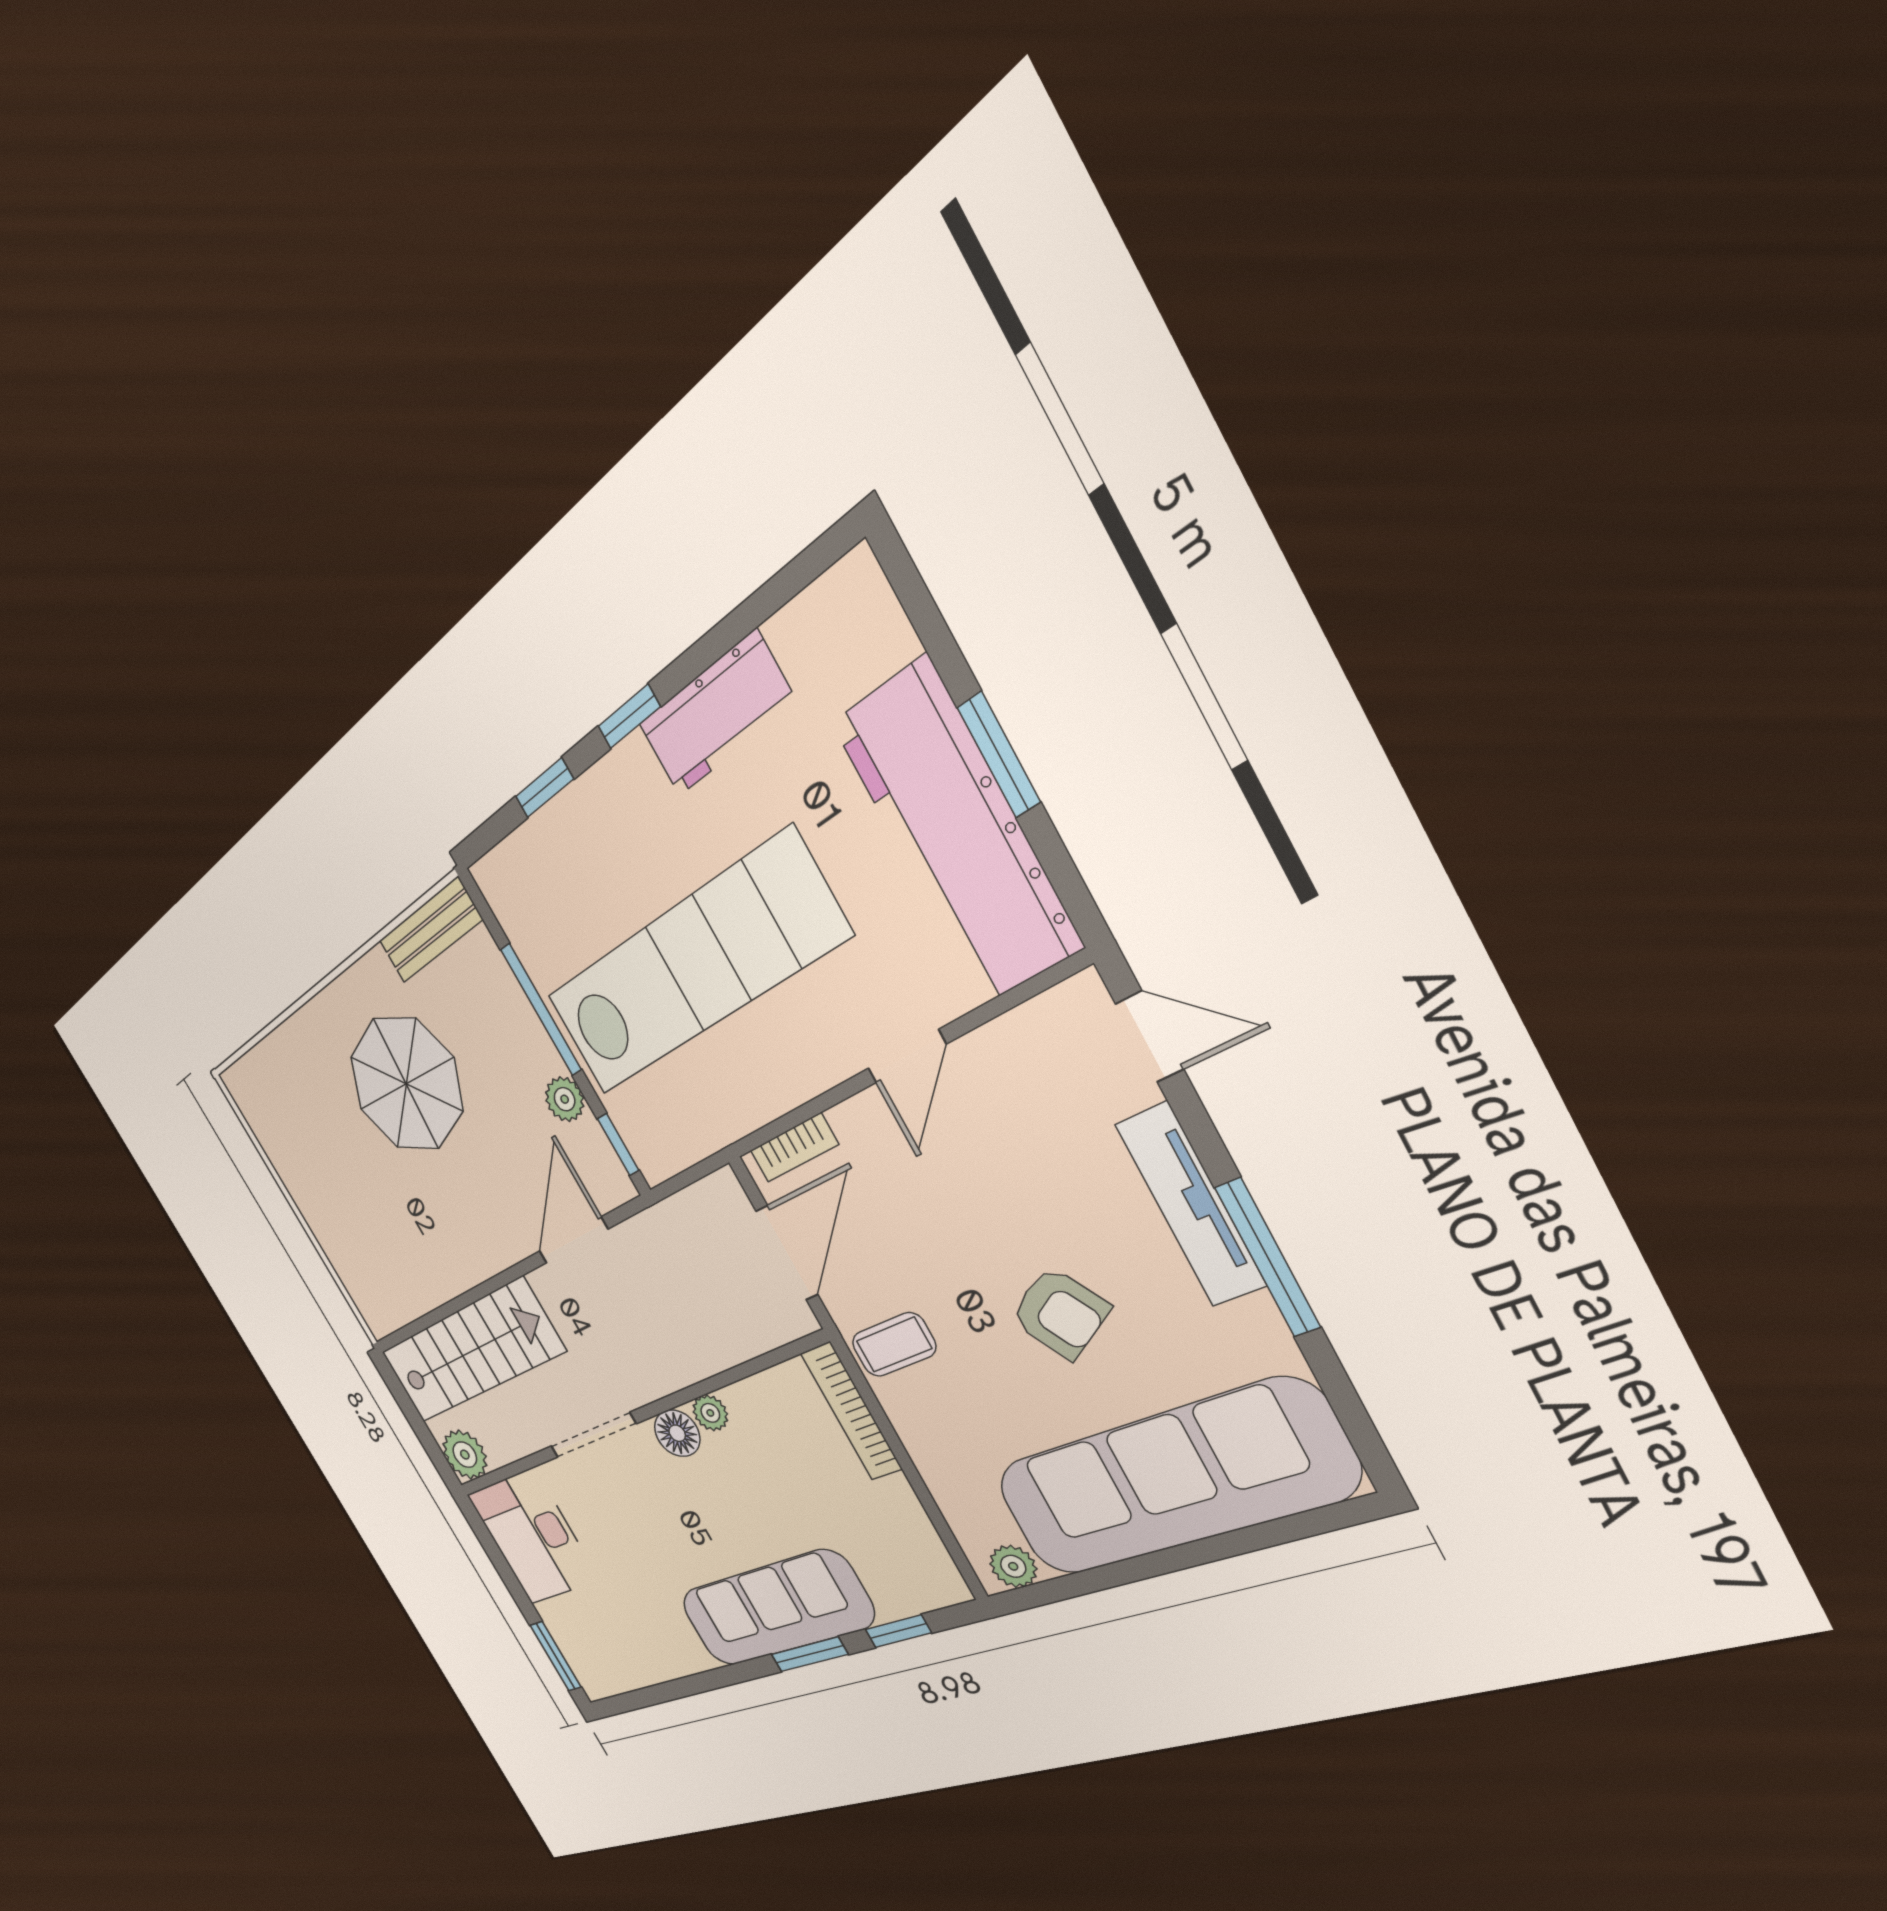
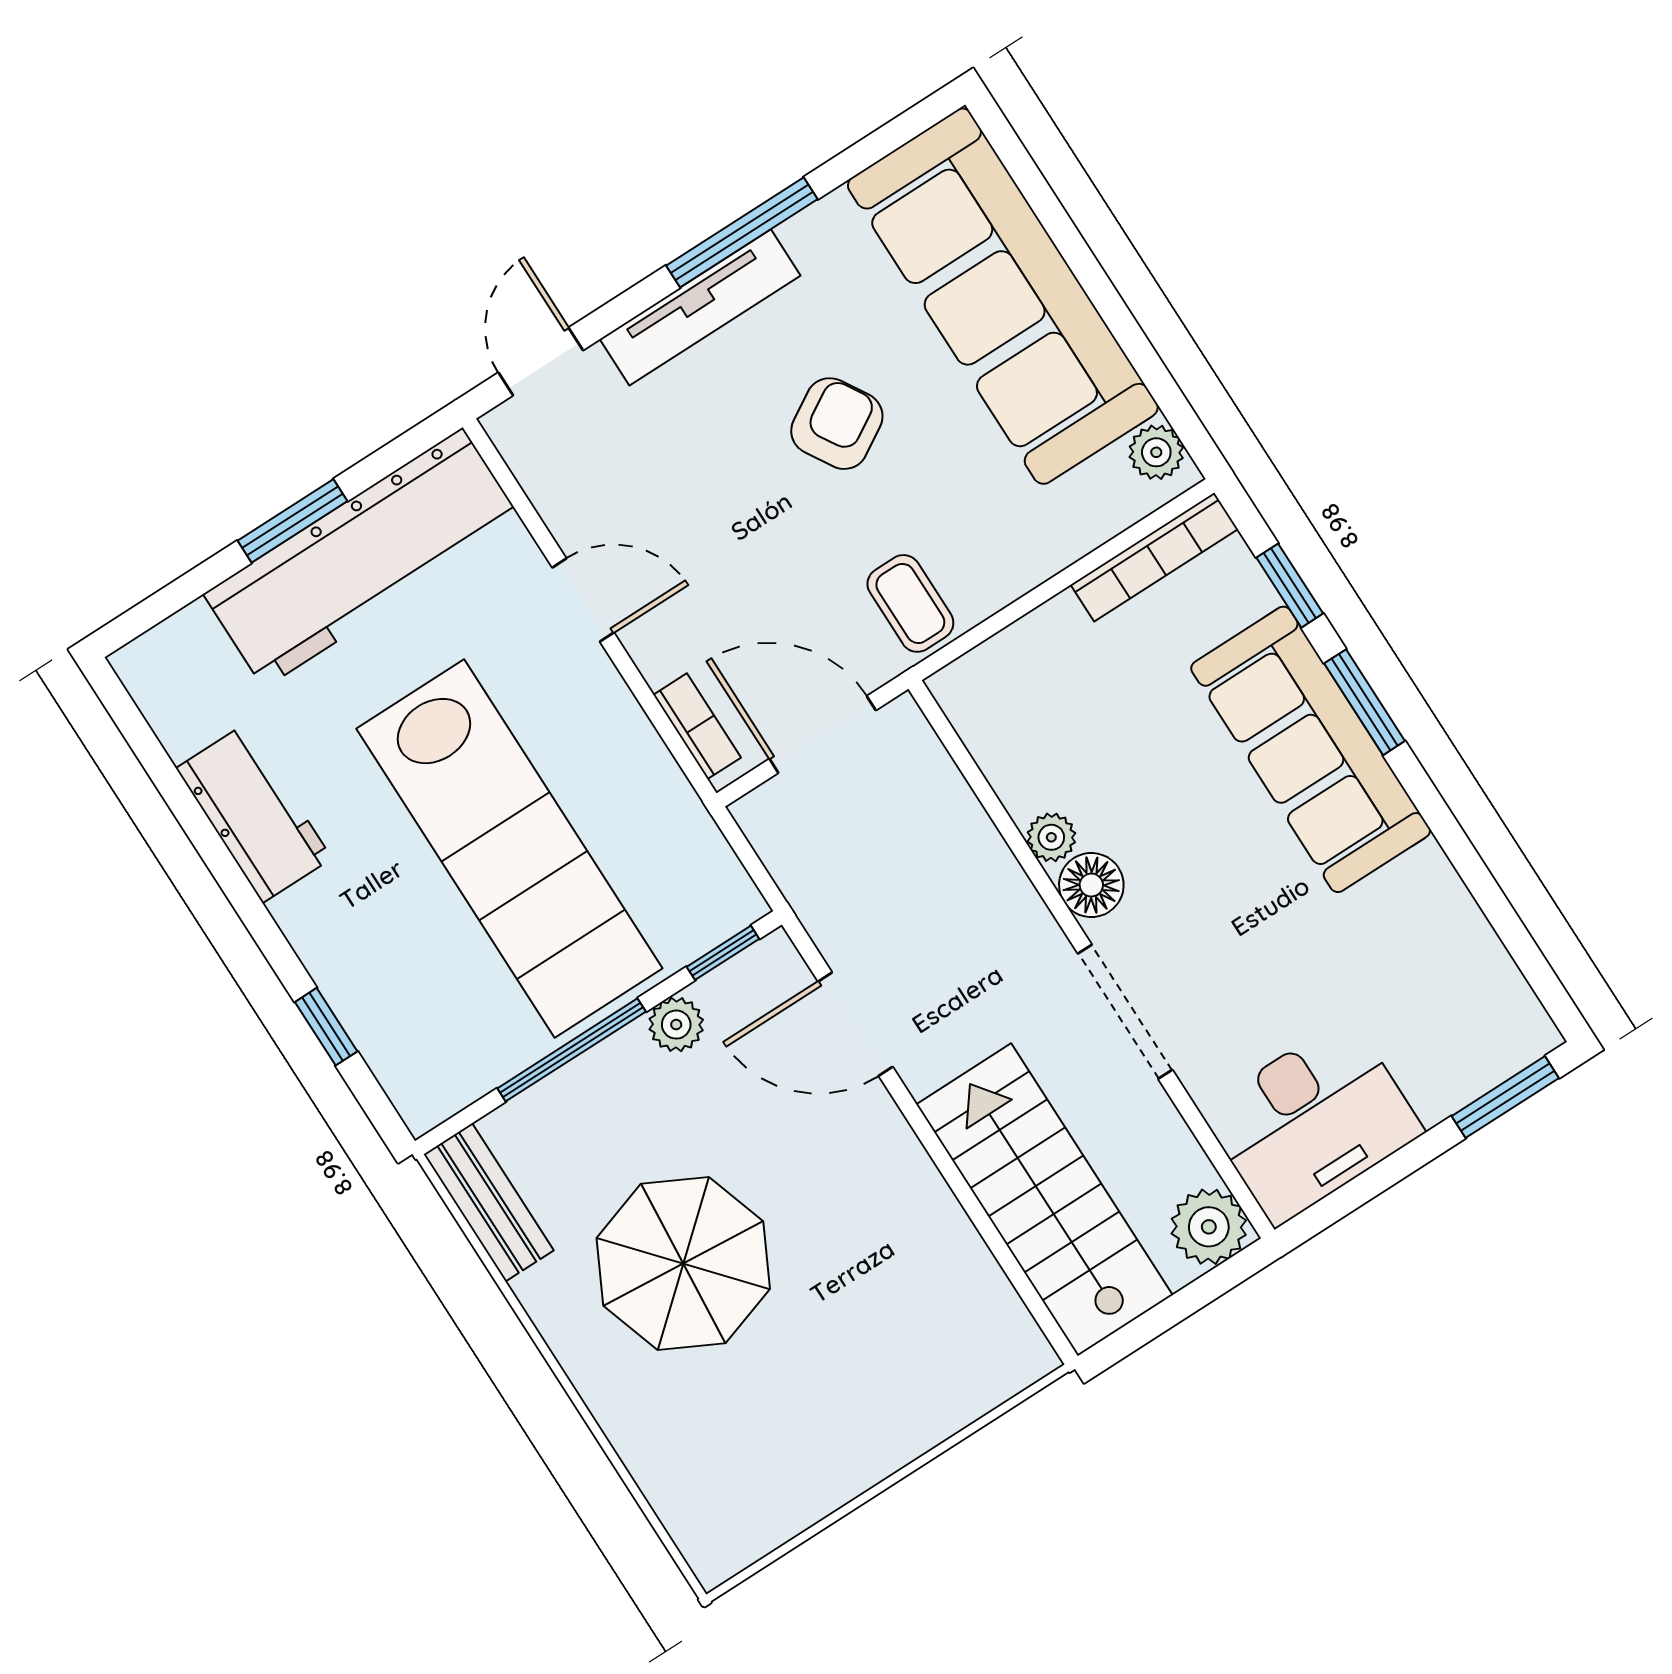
window: (629, 717) -> (255, 916), removed
lab bench: (692, 968) -> (509, 849), turned 180
bookcase: (851, 1411) -> (1154, 557), moved

